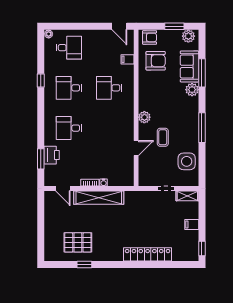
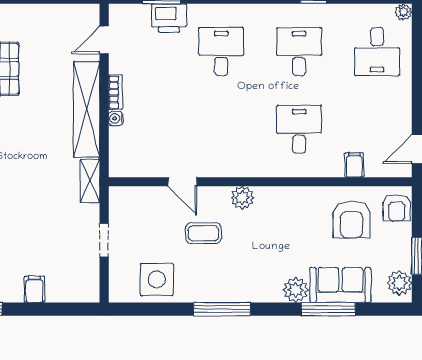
shelving: (187, 196) -> (90, 181), moved

